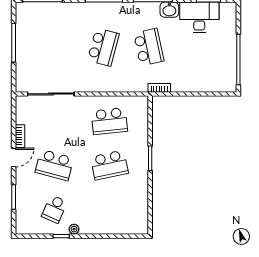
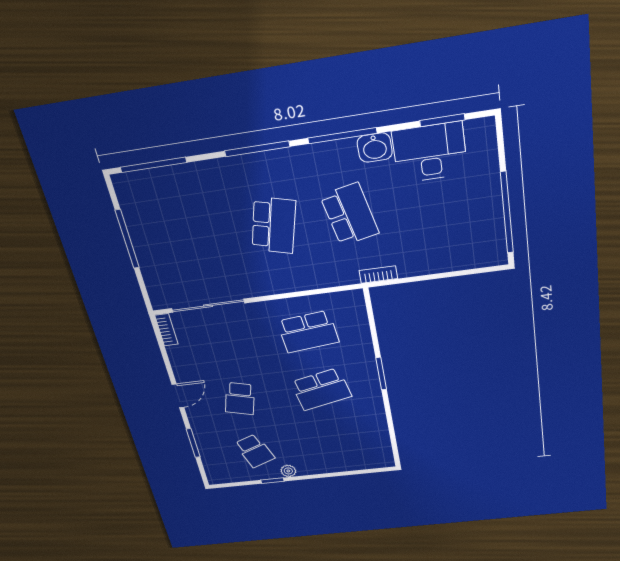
bookcase: (20, 136) -> (166, 330), moved
school desk: (54, 165) -> (240, 399), width x0.54
school desk: (54, 209) -> (255, 451), turned -45

